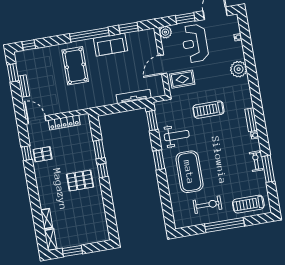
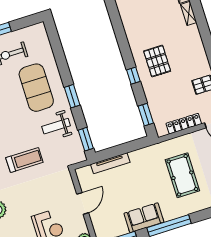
pool table: (75, 66) -> (182, 175), moved
rug: (182, 79) -> (58, 190), removed
window: (99, 149) -> (146, 115), moved
pallet: (80, 181) -> (157, 61), turned 90

